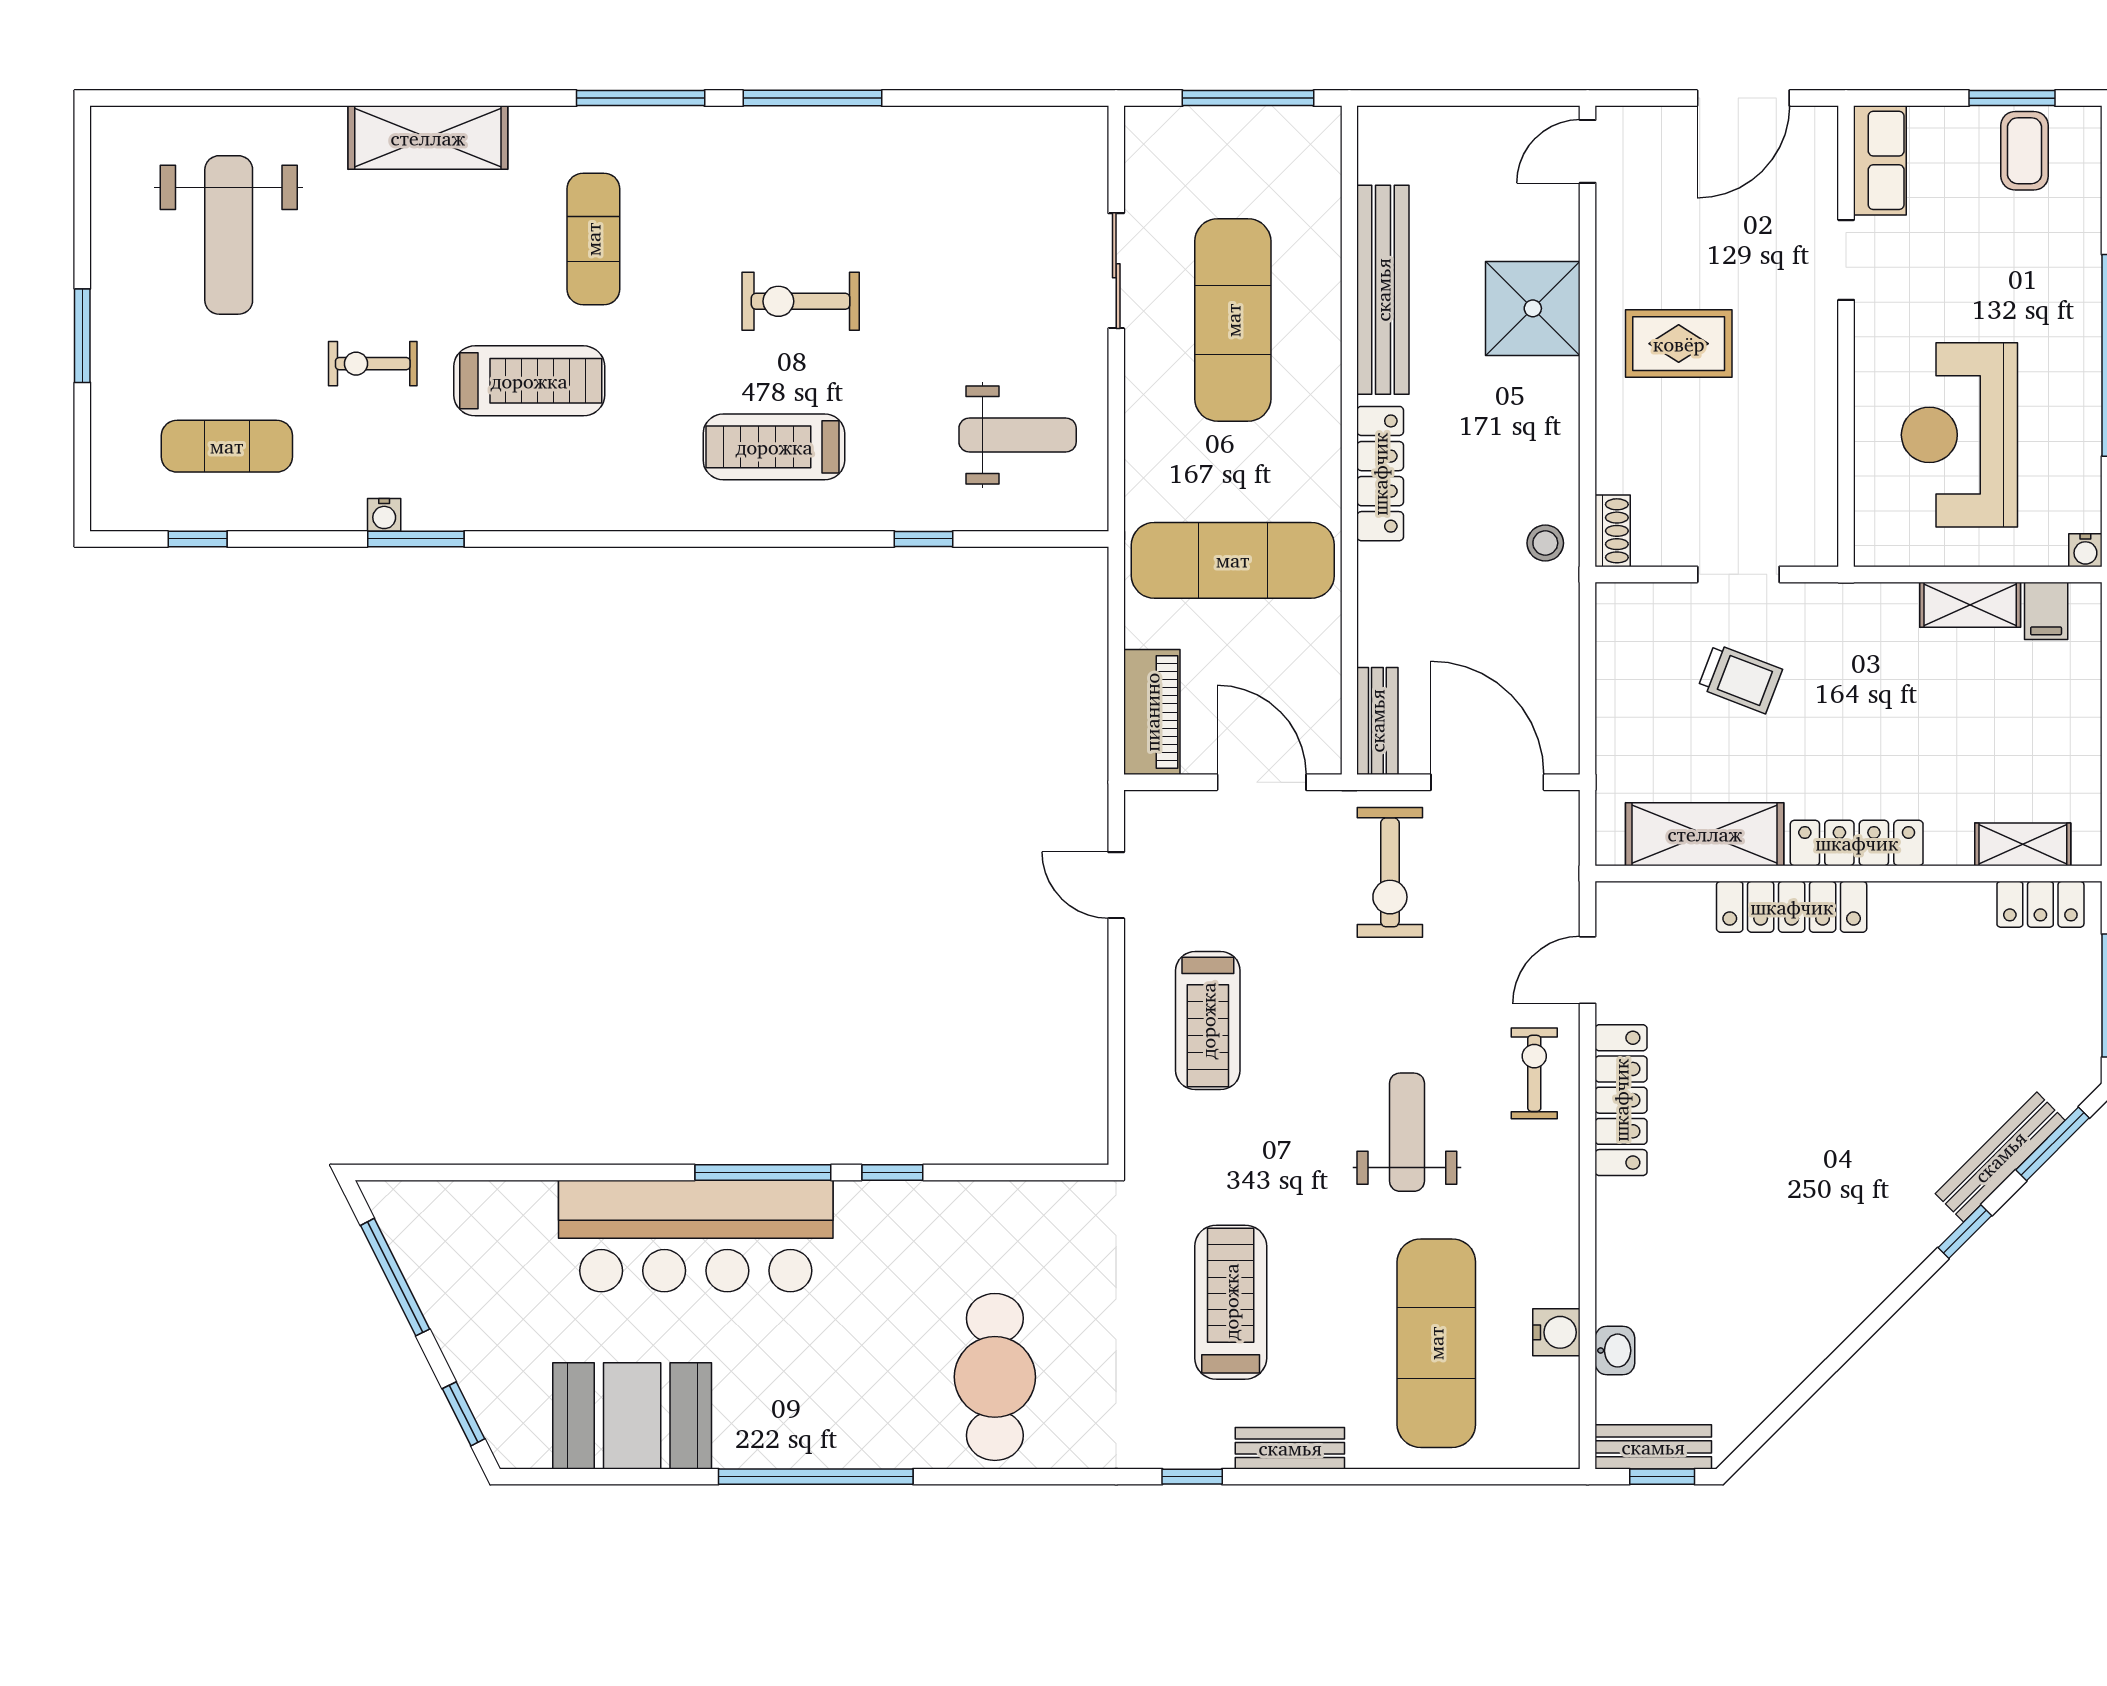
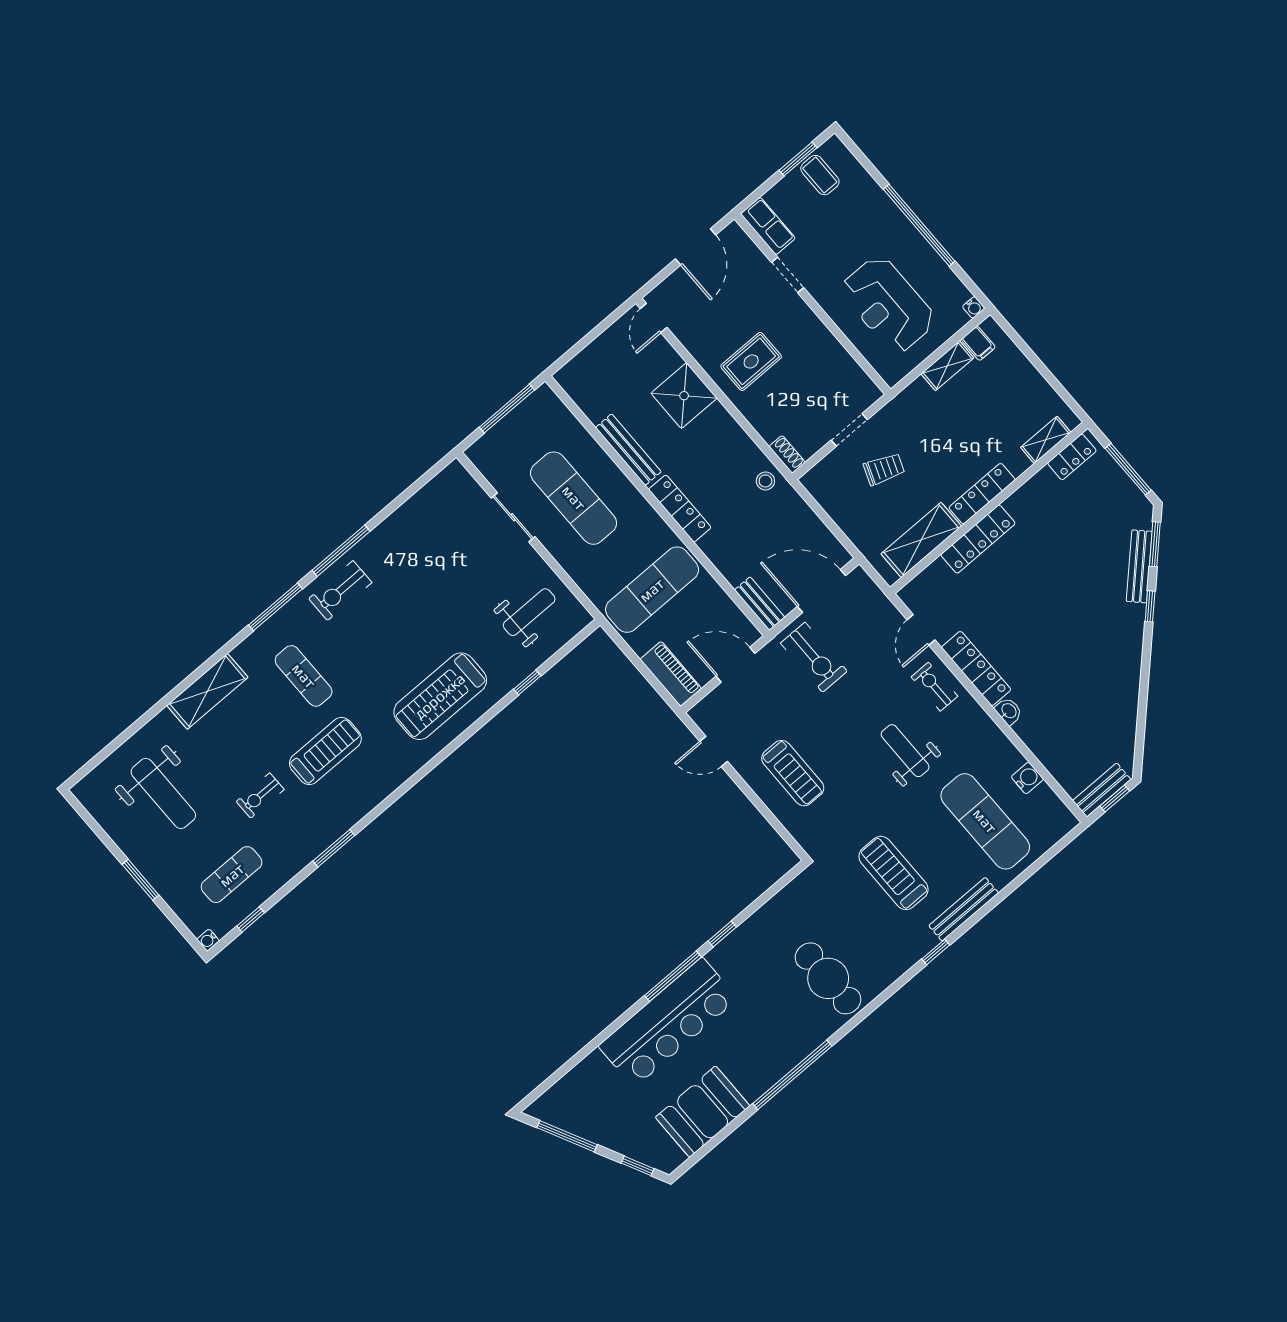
bench: (1383, 290) -> (628, 450), width x0.73, depth x0.82
exercise bike: (801, 301) -> (340, 591), moved
treadmill: (774, 447) -> (440, 696), width x1.37, depth x1.38
water cooler: (384, 515) -> (208, 940), moved, turned 90
washbasin: (1615, 1351) -> (1009, 711), moved
bench: (1290, 1448) -> (964, 909), width x1.36

